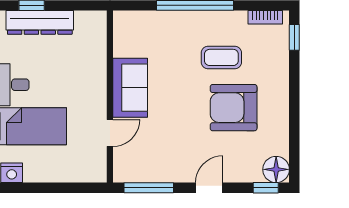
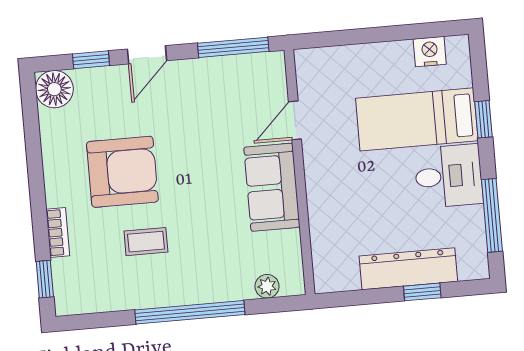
bookcase: (265, 17) -> (58, 233), moved, turned 90
plant: (140, 19) -> (267, 286), added
coffee table: (221, 57) -> (146, 242), width x0.73, depth x0.77
window: (266, 188) -> (91, 60), moved

